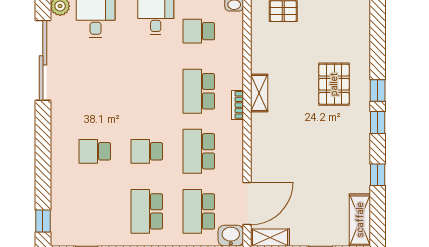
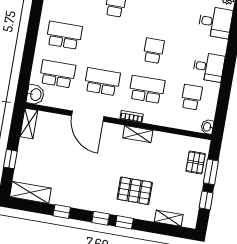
shelving: (362, 34) -> (169, 218), added
school desk: (147, 151) -> (153, 51), moved
door: (247, 203) -> (88, 116), moved

